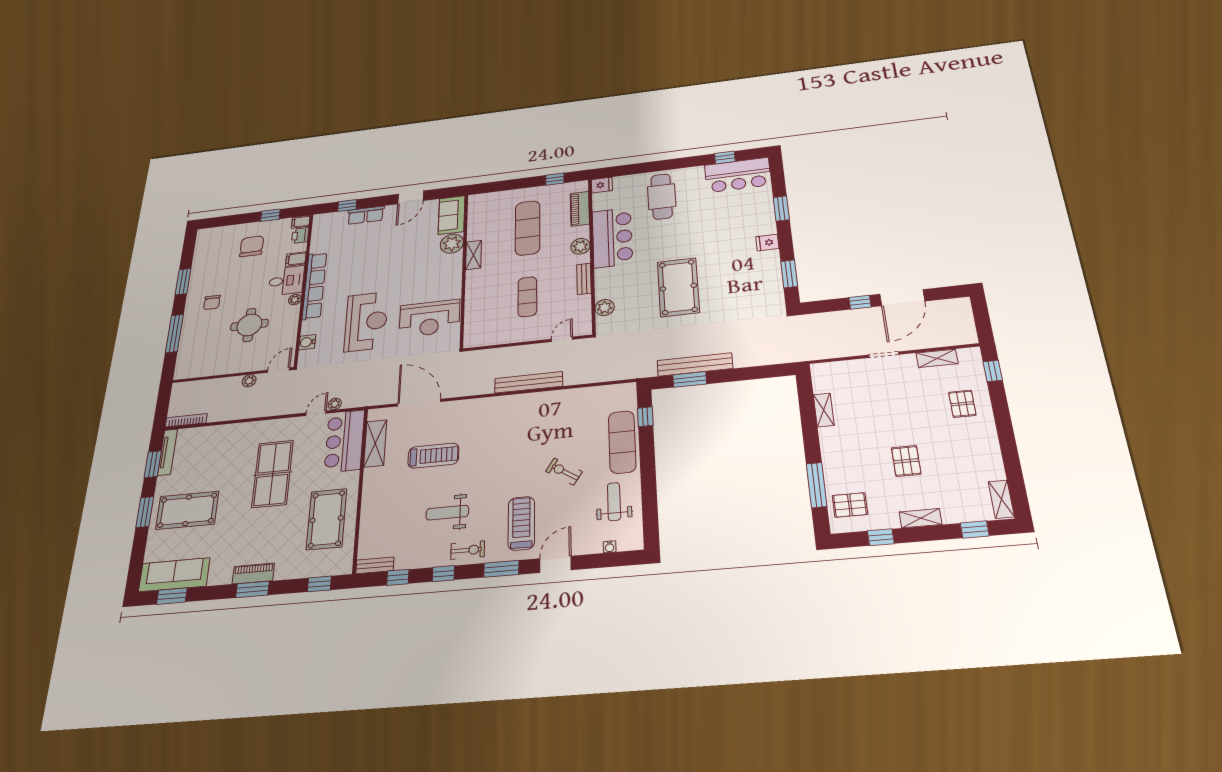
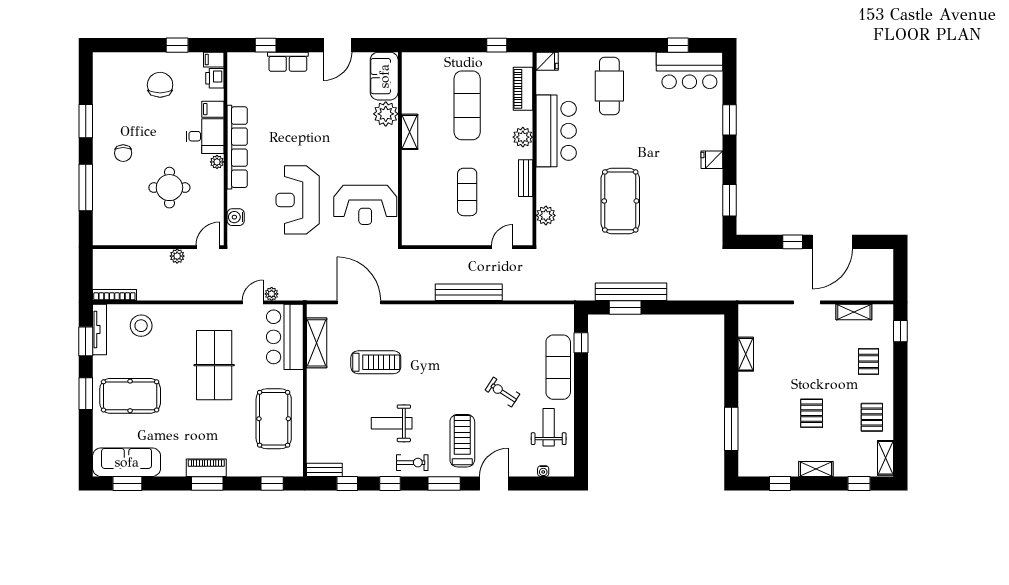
reception desk: (366, 322) -> (298, 200), turned 180
stool: (207, 445) -> (141, 326), added
pallet: (850, 505) -> (872, 417), moved, turned 90

